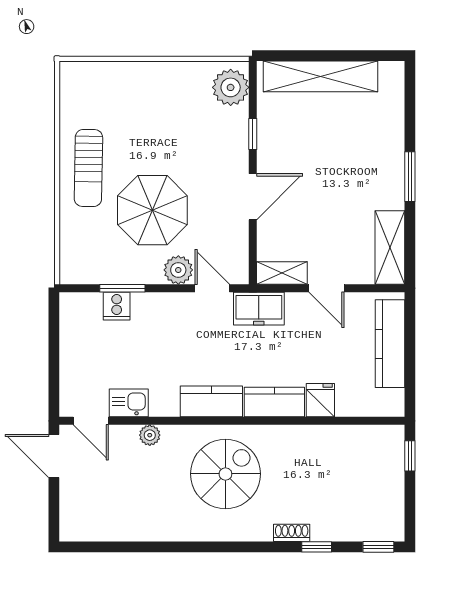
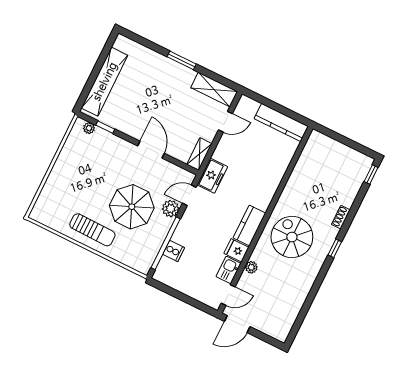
plant: (231, 87) -> (89, 128), width x0.53, depth x0.53
window: (253, 134) -> (105, 127), moved
window: (122, 288) -> (166, 243), width x2.11
door: (326, 288) -> (225, 122), moved
kitchen counter: (390, 344) -> (281, 123), moved
fridge: (320, 400) -> (236, 250), moved
kitchen counter: (274, 402) -> (266, 192), removed
window: (410, 456) -> (331, 134), removed
window: (317, 547) -> (335, 248), moved

